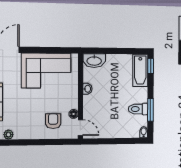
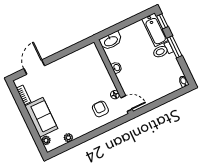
corner sofa: (46, 71) -> (74, 69), removed
toilet: (138, 109) -> (163, 51), moved
window: (150, 110) -> (175, 47), moved

